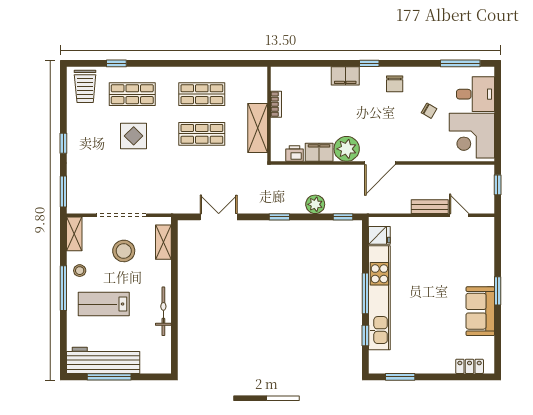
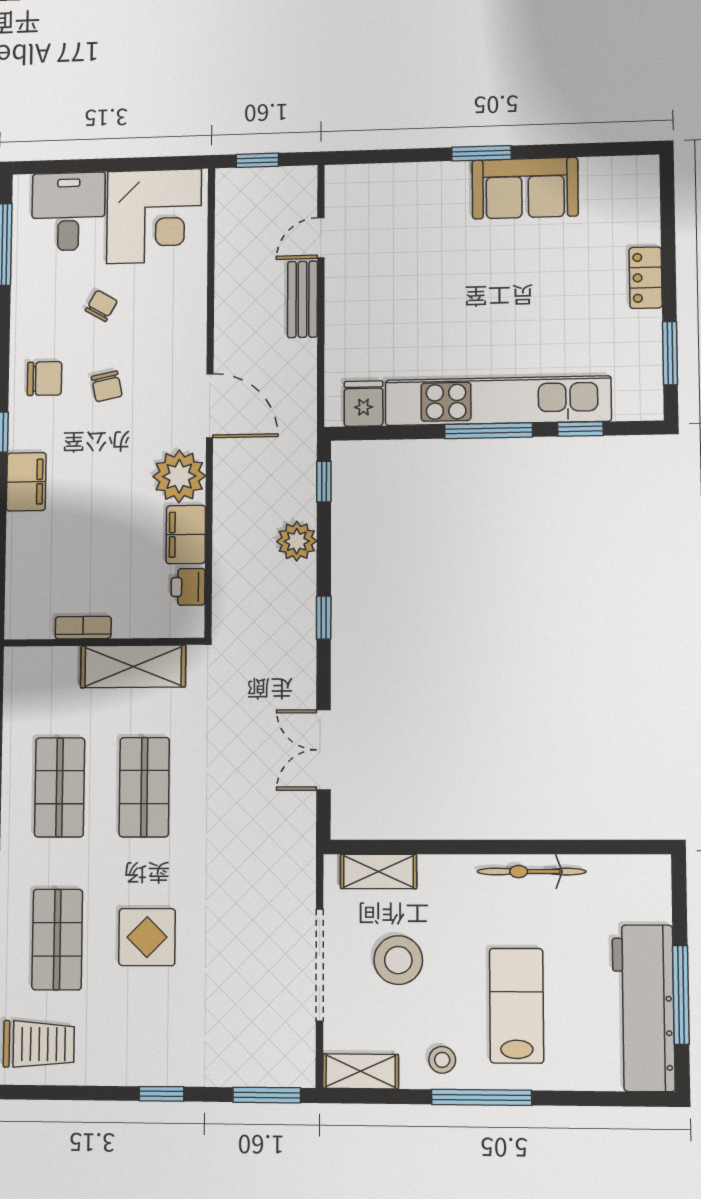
chair: (390, 114) -> (107, 386), added
lab bench: (104, 304) -> (517, 1006), turned 180
locker: (470, 366) -> (646, 278), moved

